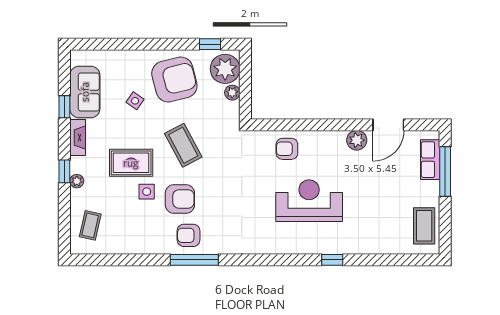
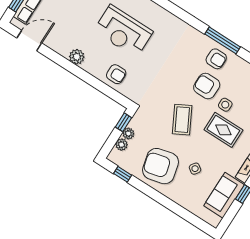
plant: (225, 69) -> (122, 145), width x0.53, depth x0.53
window: (245, 101) -> (124, 122), added
door: (388, 125) -> (29, 41), moved
plant: (357, 140) -> (77, 57), moved

